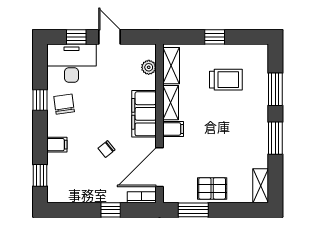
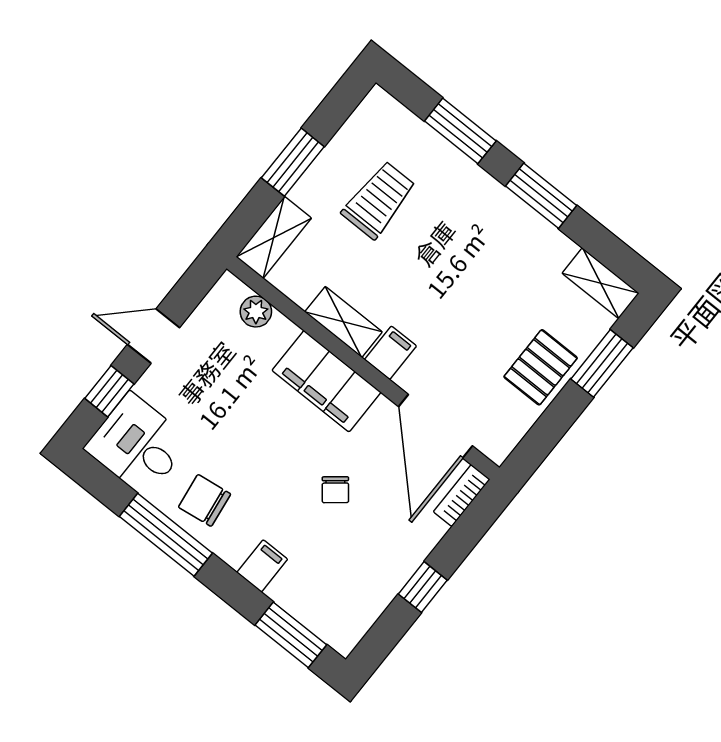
window: (215, 37) -> (293, 162), width x1.50
desk: (72, 63) -> (138, 445), width x0.73
shelving: (171, 66) -> (274, 237), moved, turned 90
window: (40, 100) -> (166, 535), width x2.17
window: (40, 175) -> (291, 635), width x1.50
window: (111, 210) -> (423, 587), moved
window: (193, 210) -> (602, 363), moved

